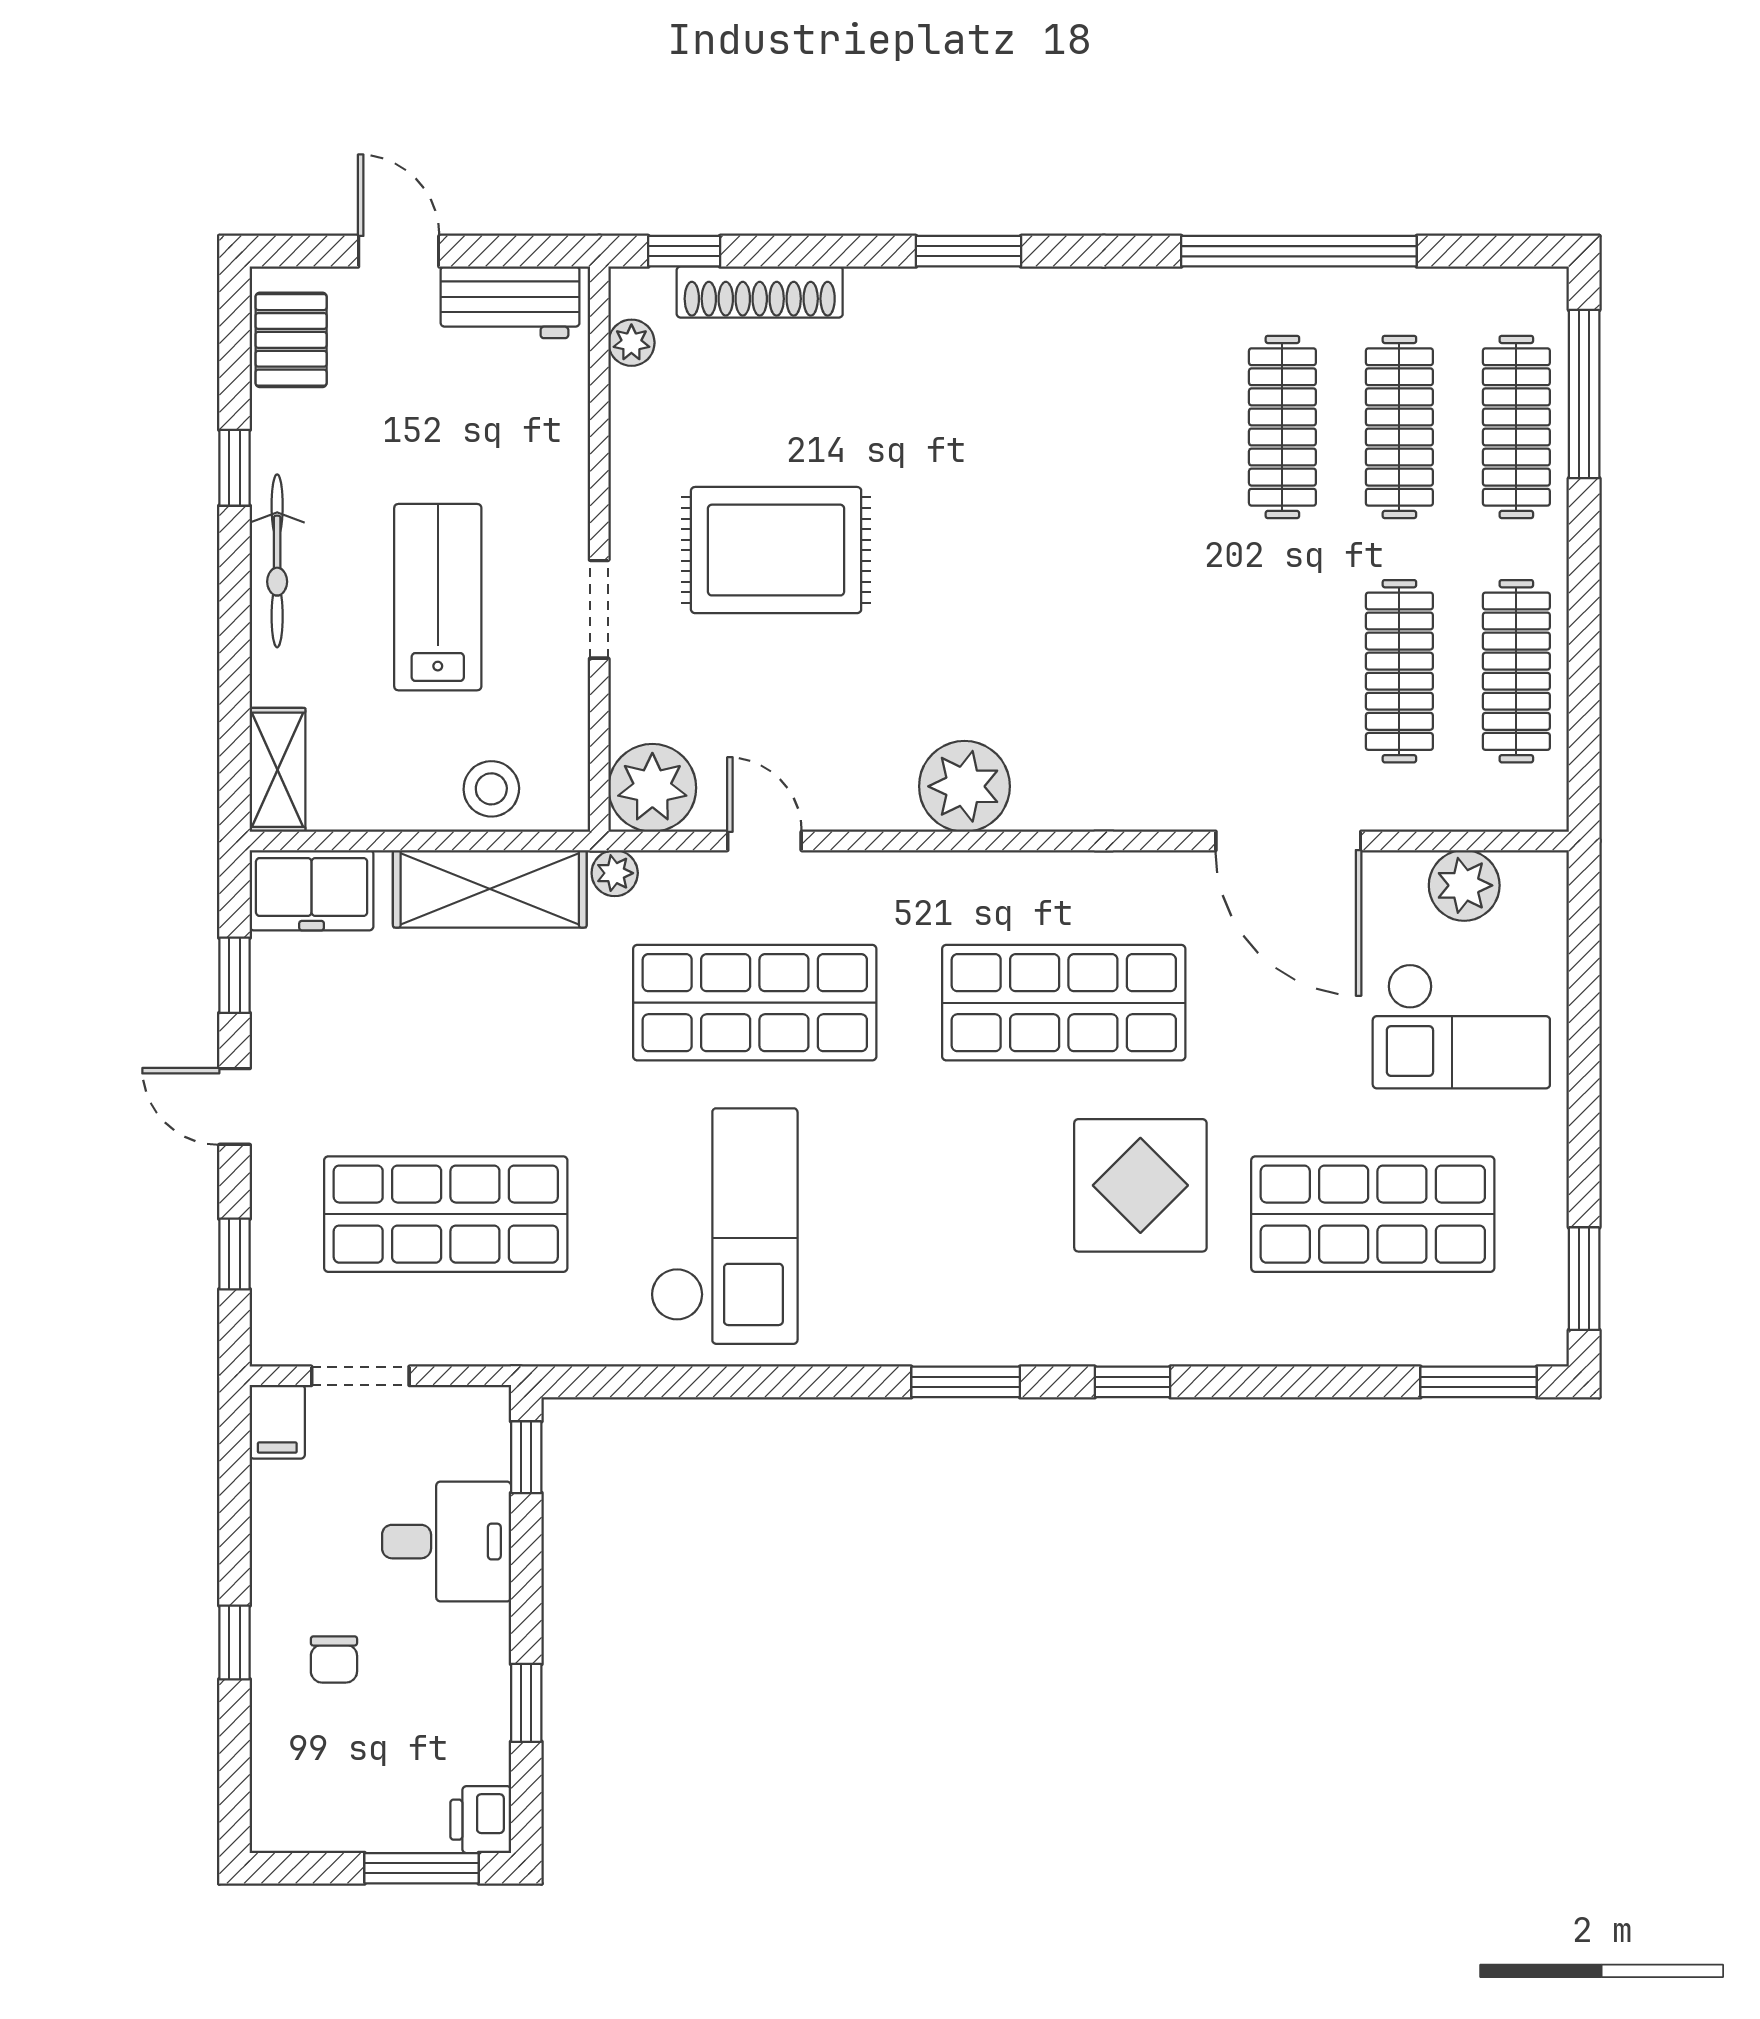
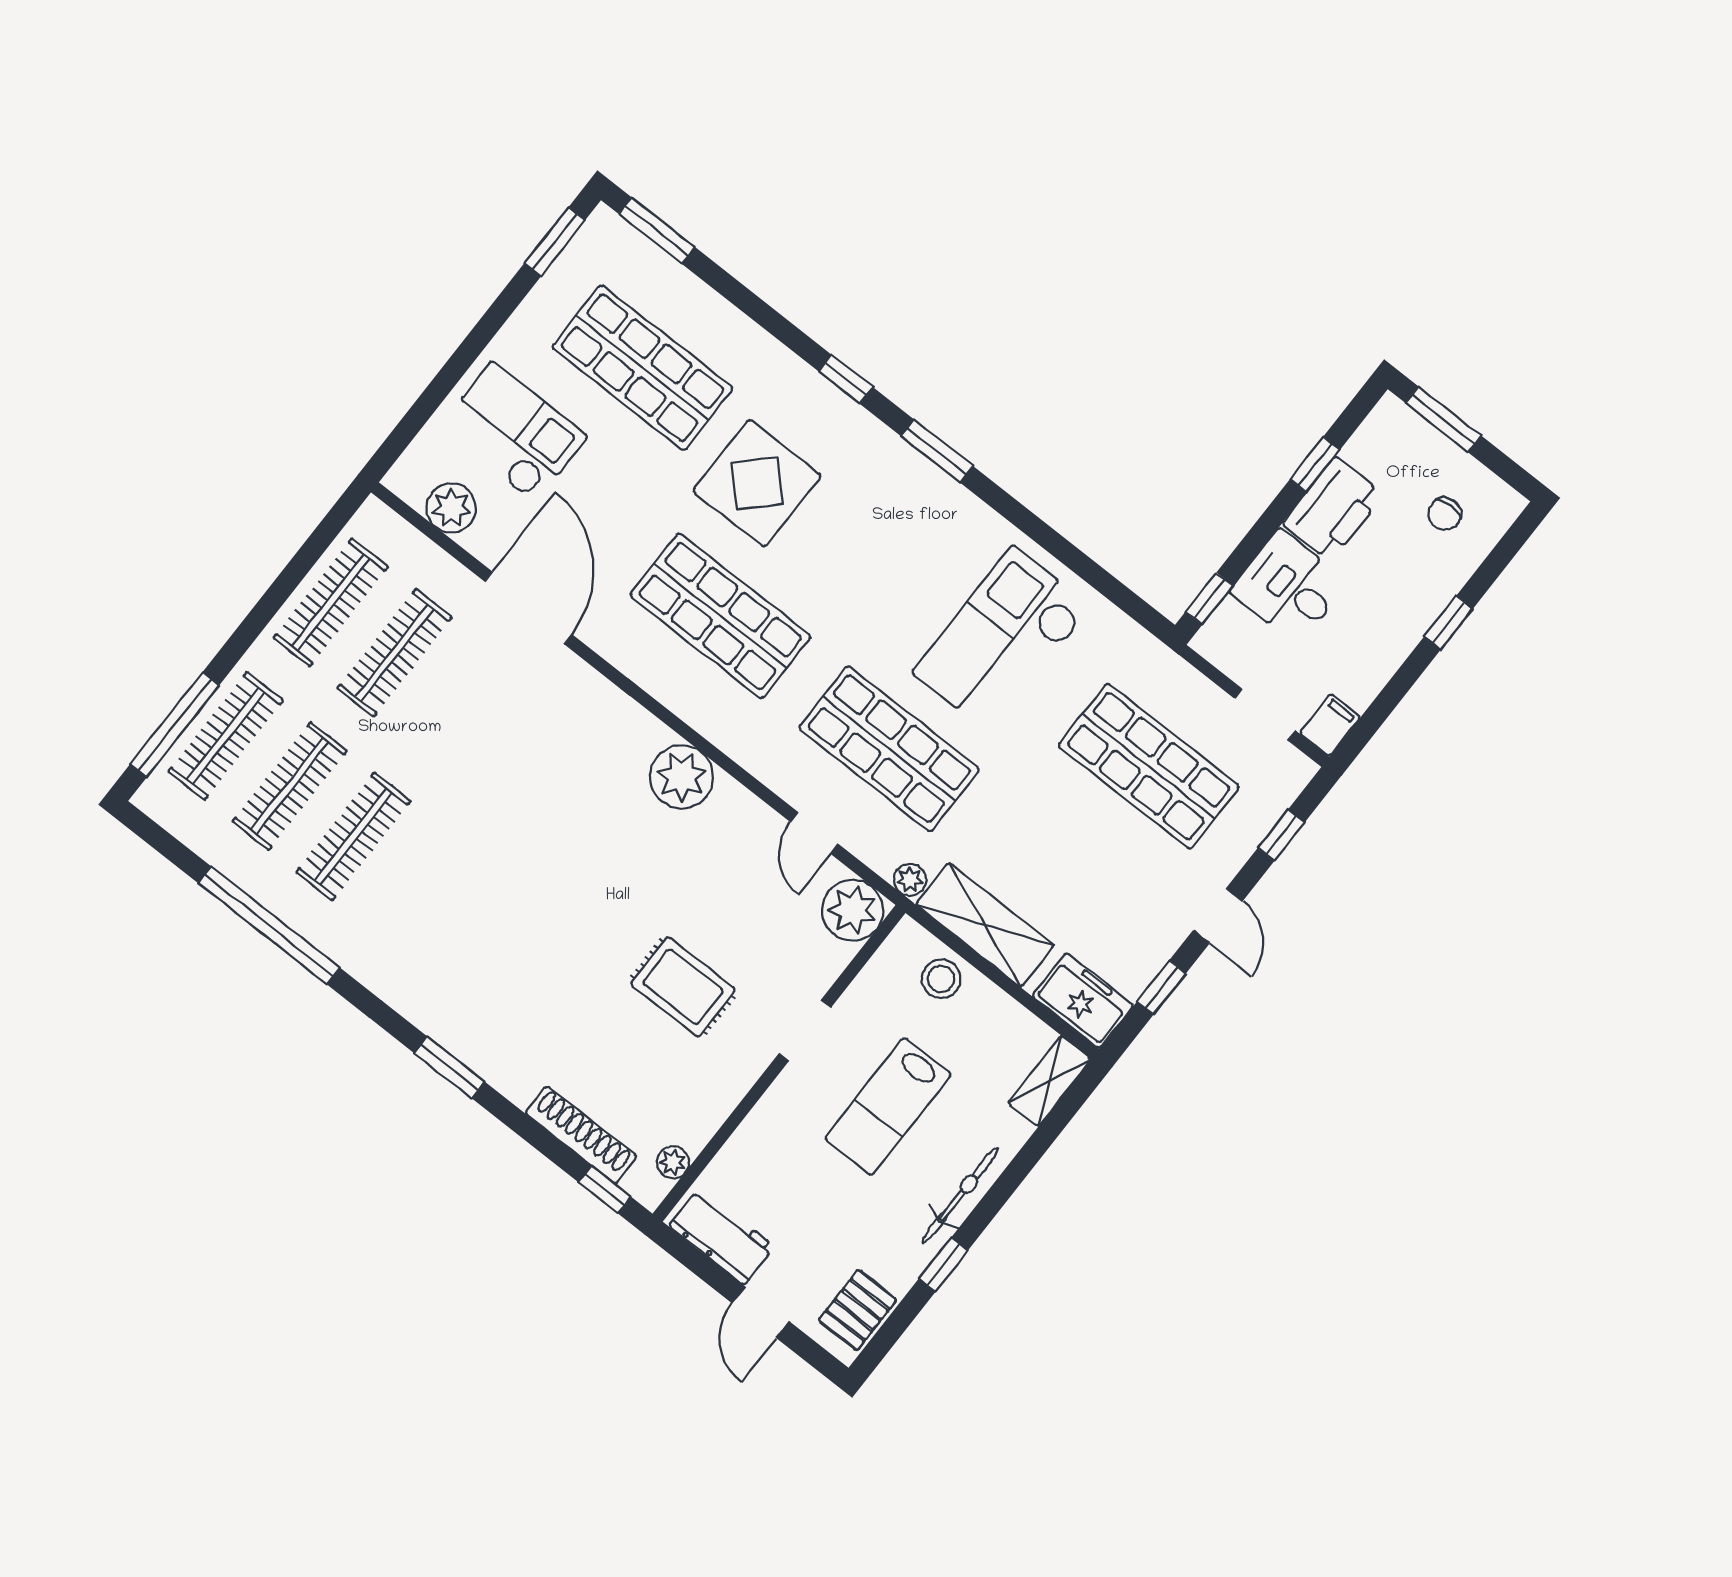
rug: (776, 550) -> (683, 987), width x0.73, depth x0.70
chair: (334, 1659) -> (1445, 514), moved, turned 180
printer: (481, 1820) -> (1333, 509), moved, width x1.87, depth x1.48

